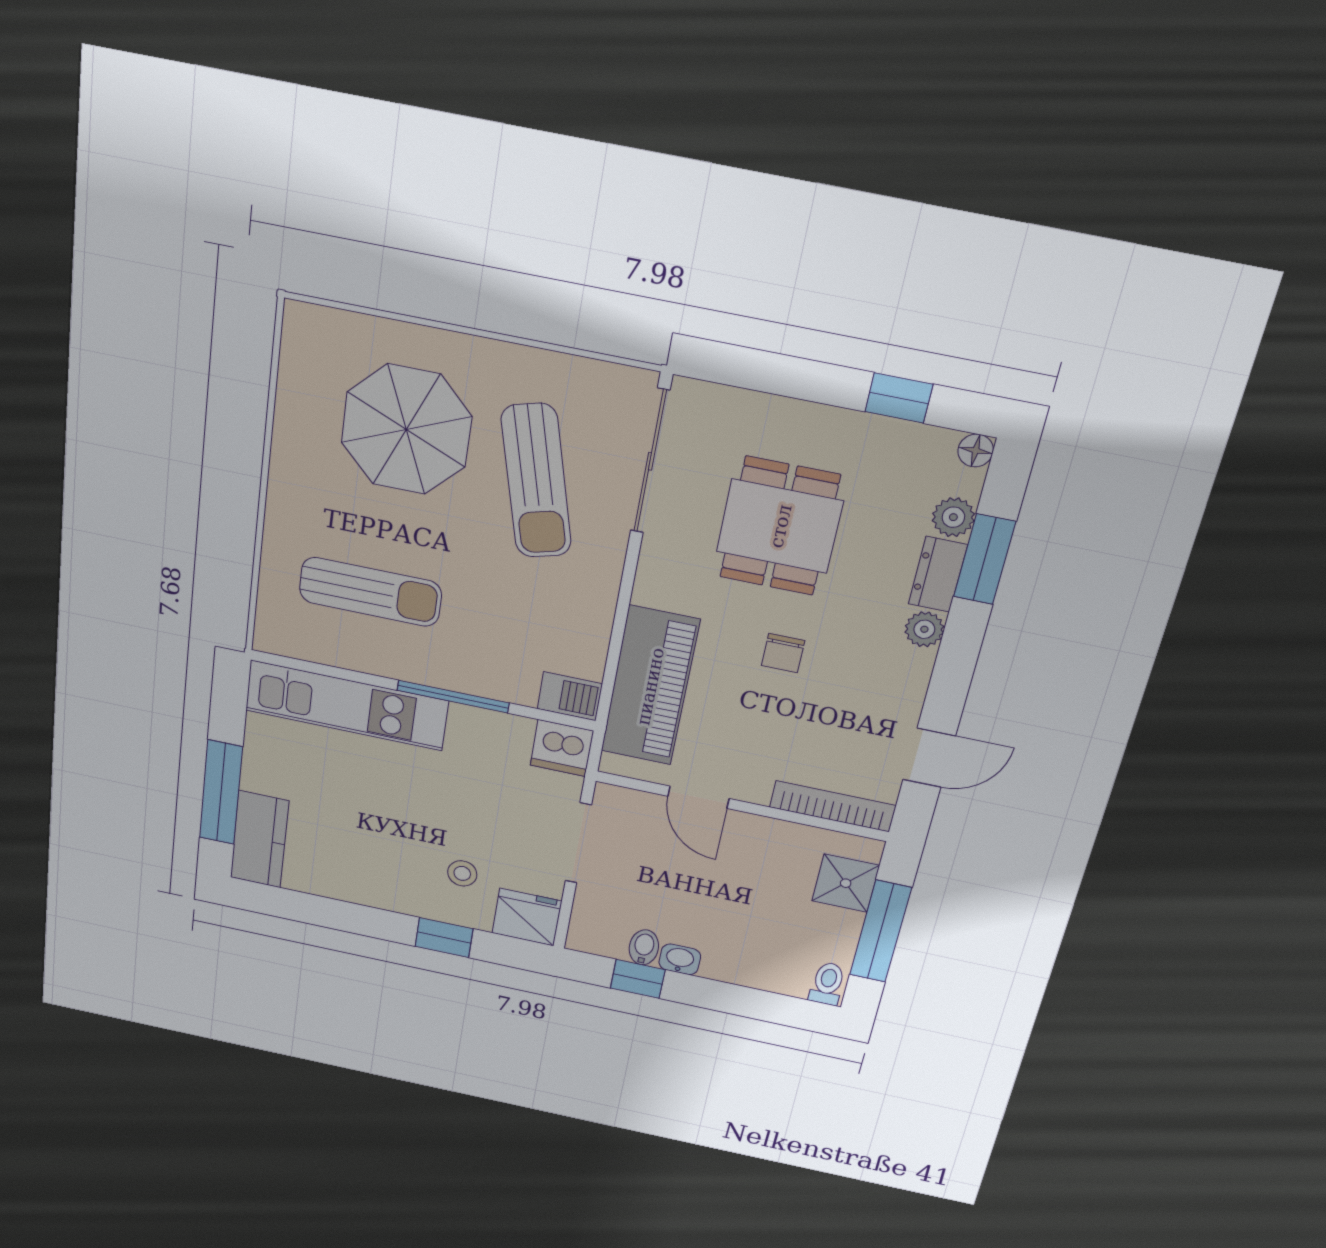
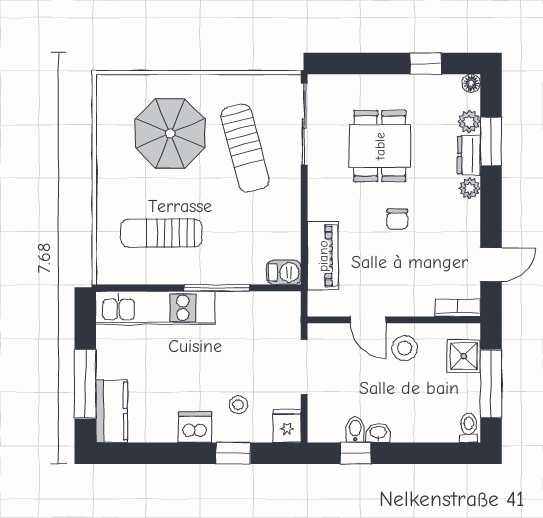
sun lounger: (370, 592) -> (161, 233), turned 180
piano: (650, 686) -> (323, 256), width x0.73, depth x0.75
dishwasher: (562, 748) -> (195, 427), moved, turned 180
bookcase: (833, 806) -> (458, 308), width x0.64
stool: (750, 851) -> (405, 348), added
fridge: (527, 917) -> (287, 426), width x0.72

